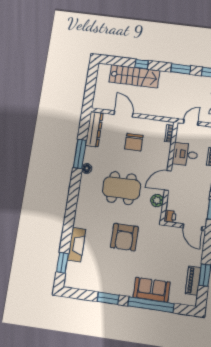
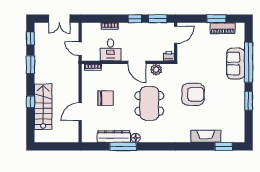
dresser: (94, 129) -> (114, 136), moved

